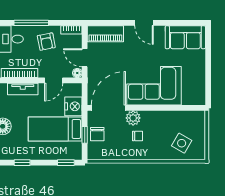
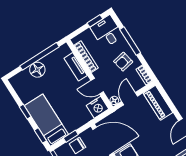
nightstand: (73, 106) -> (97, 107), moved
bed: (55, 129) -> (46, 120), moved
window: (22, 163) -> (25, 112), moved

